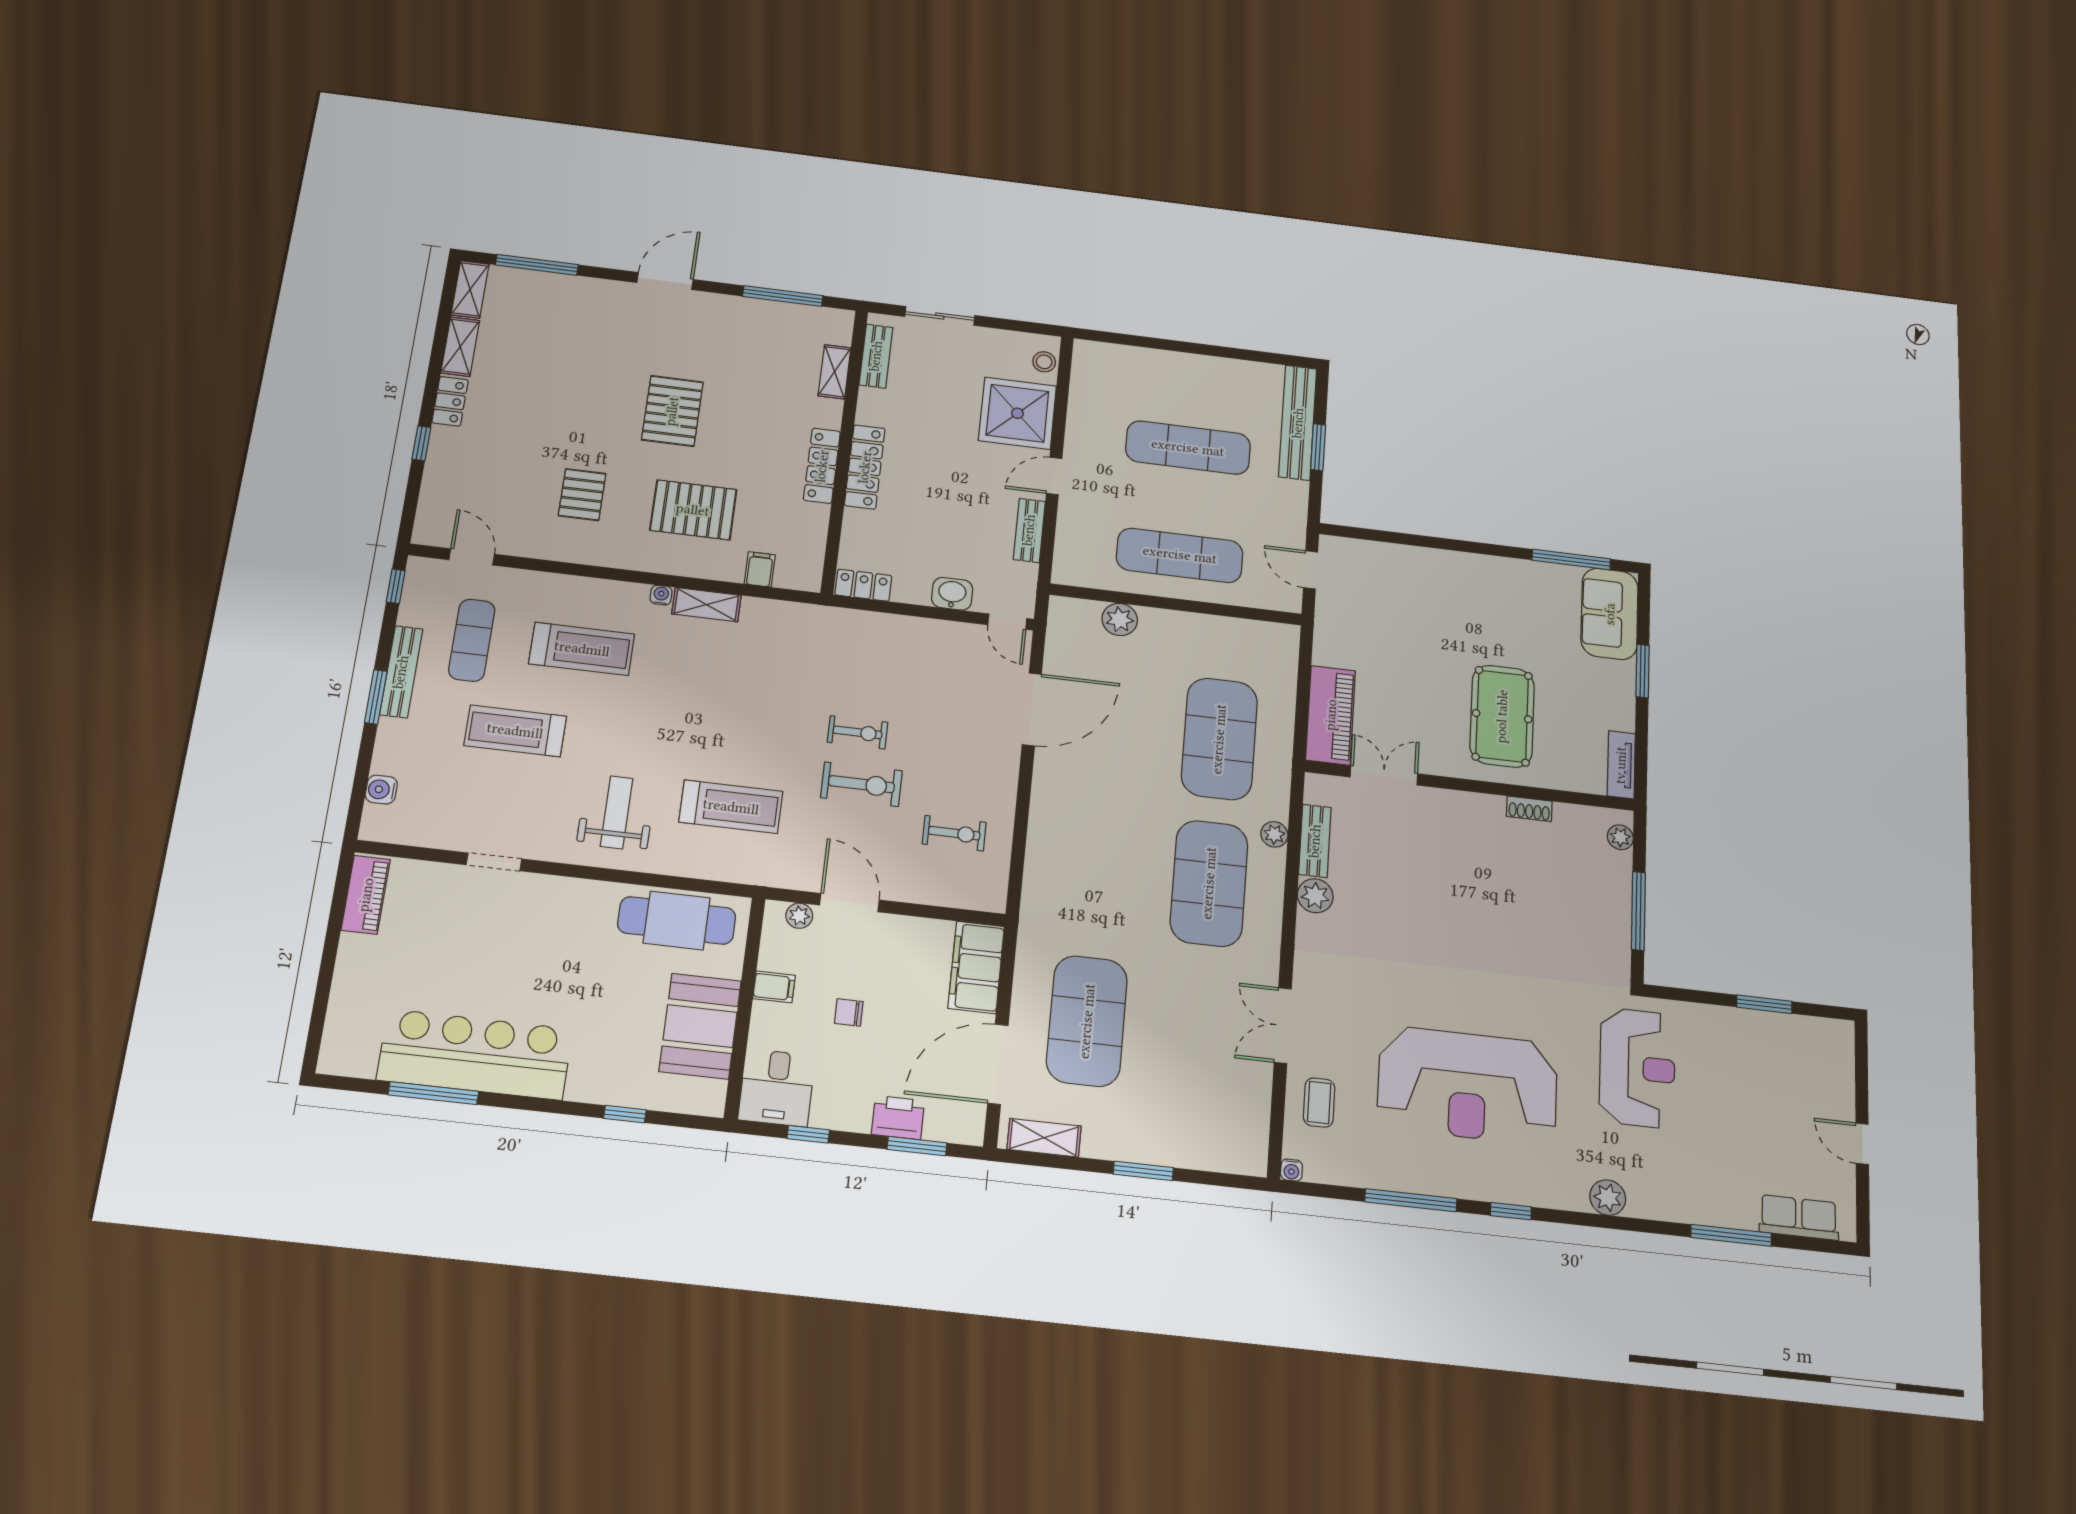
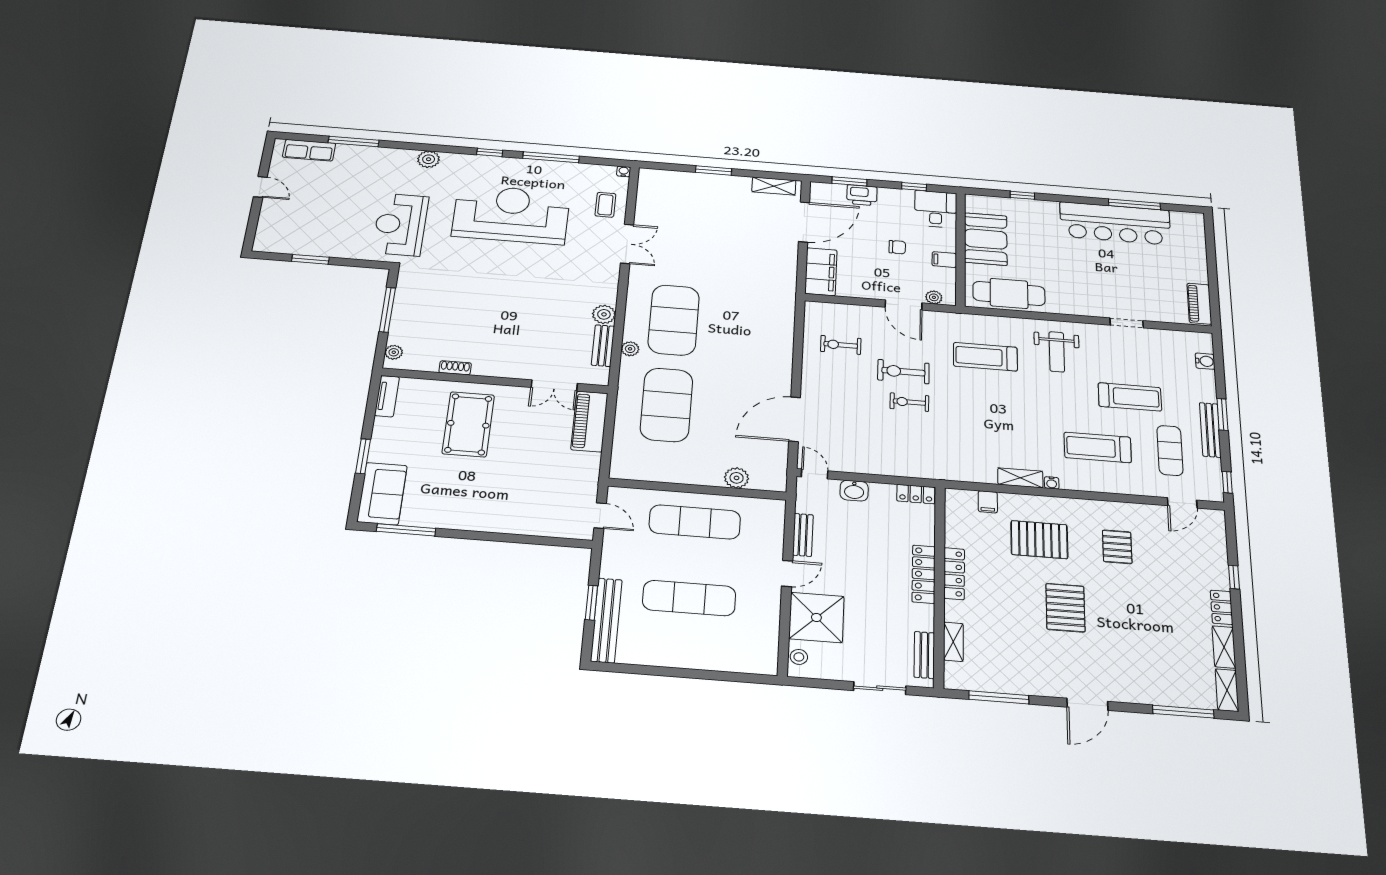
door: (472, 557) -> (1182, 503), hinge flipped
exercise mat: (1087, 1021) -> (750, 245), removed

